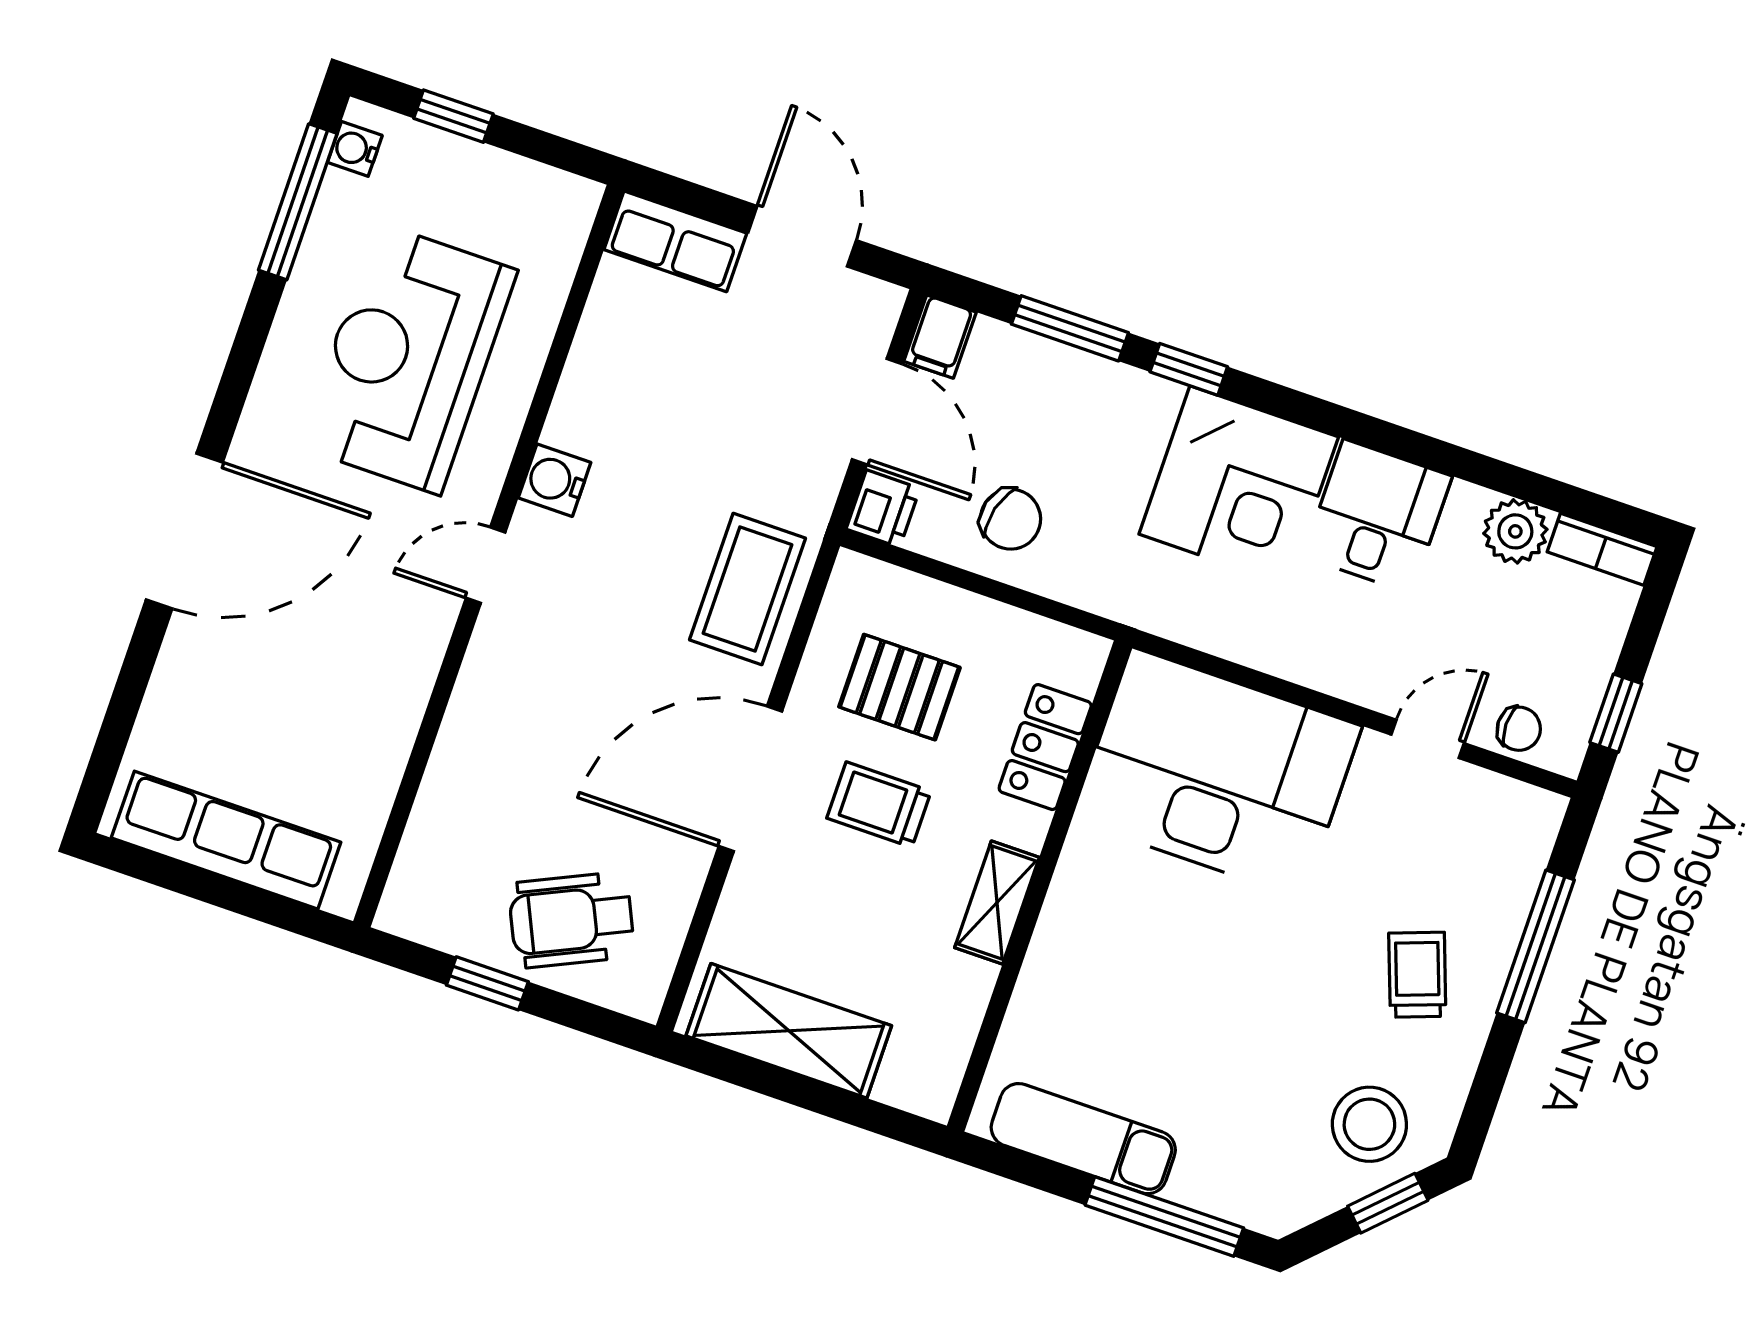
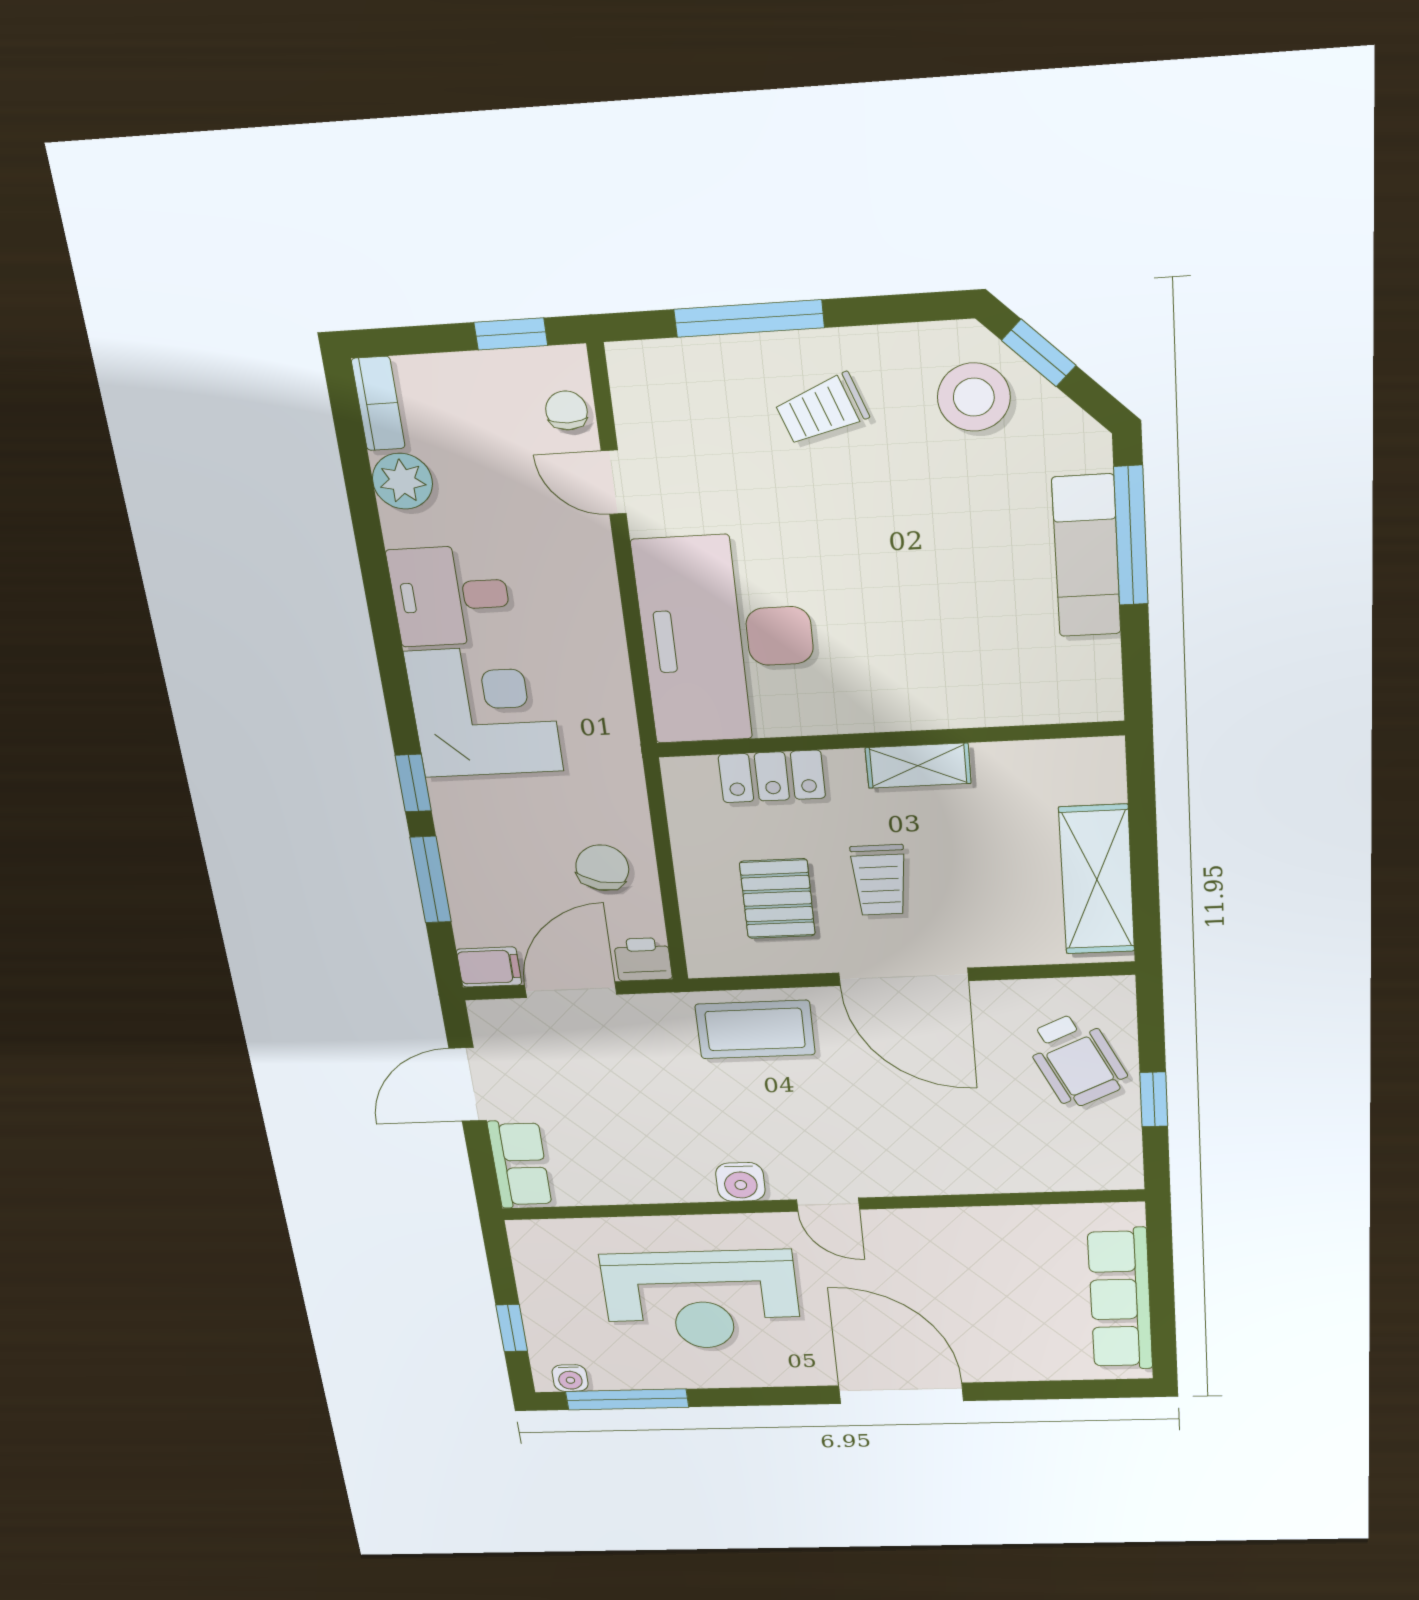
exam couch: (1083, 1139) -> (1086, 556), moved

